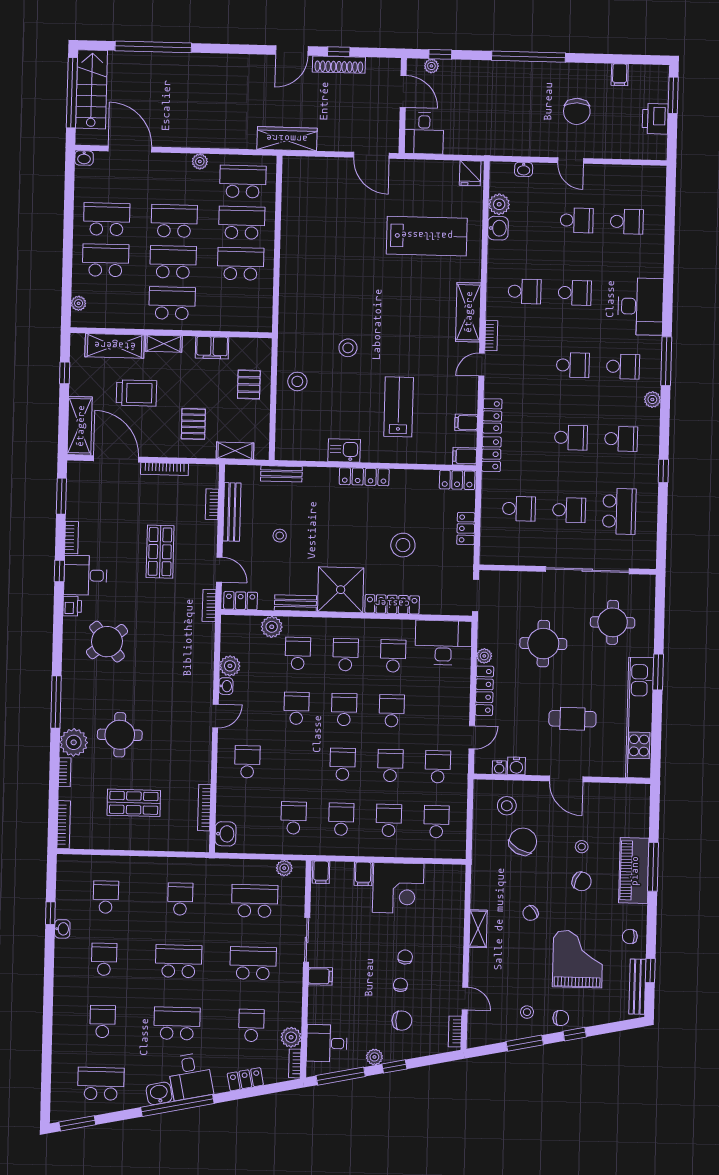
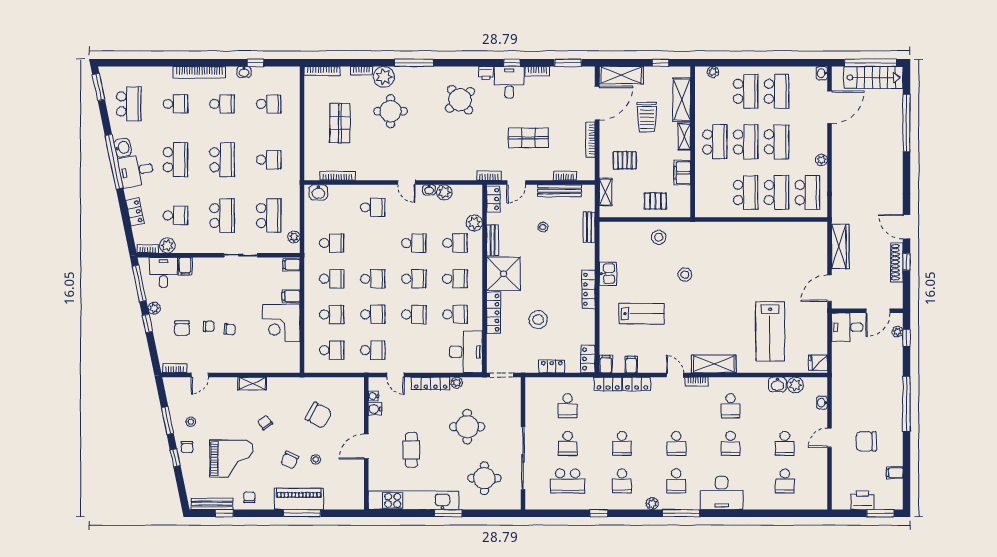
wardrobe: (287, 139) -> (840, 247), moved
stool: (507, 806) -> (345, 403), removed
filing cabinet: (320, 976) -> (185, 266), moved
bookcase: (61, 988) -> (199, 72), added

